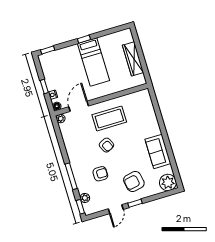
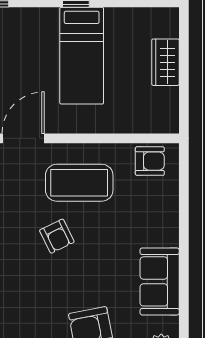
wardrobe: (133, 59) -> (165, 62), width x0.67
armchair: (100, 174) -> (150, 161), moved

